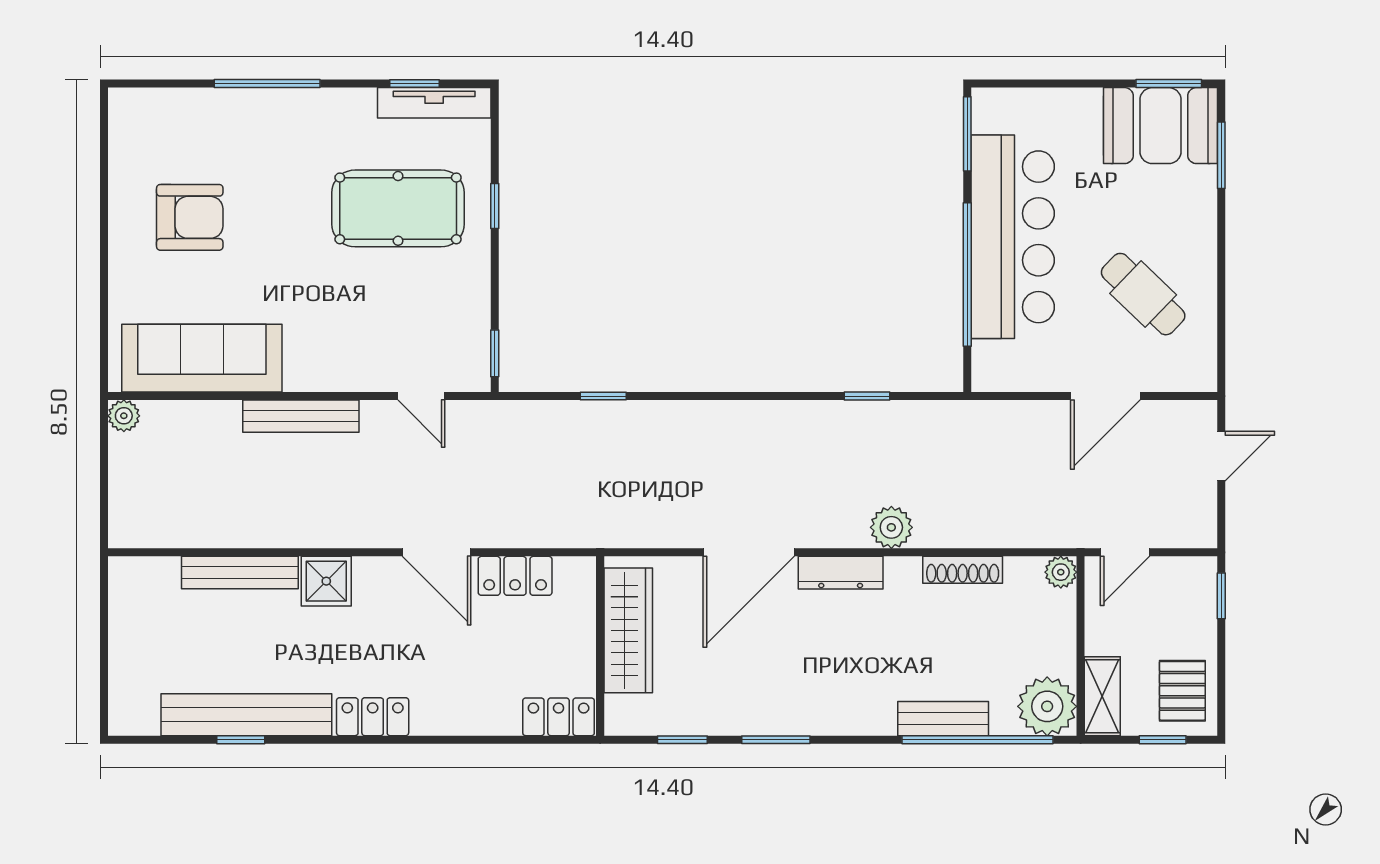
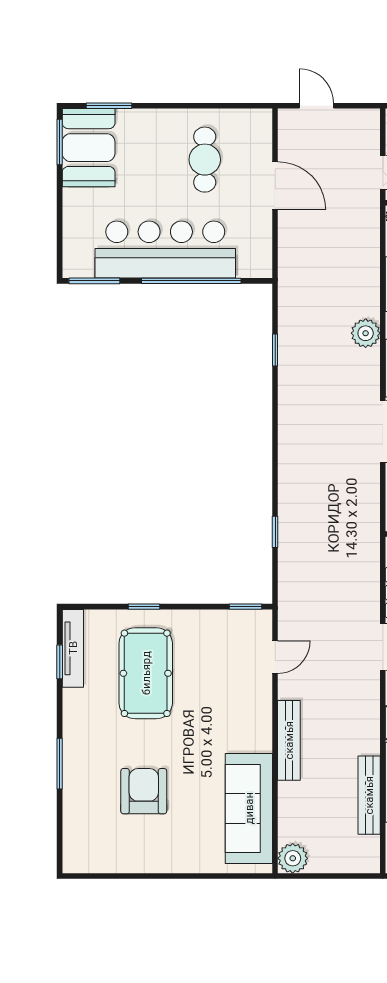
window: (267, 84) -> (60, 764), width x0.69
armchair: (190, 217) -> (144, 791), moved
cafe table: (1143, 294) -> (205, 160), turned -44
plant: (124, 416) -> (293, 858), width x1.38, depth x1.38
bench: (221, 532) -> (369, 795), added

